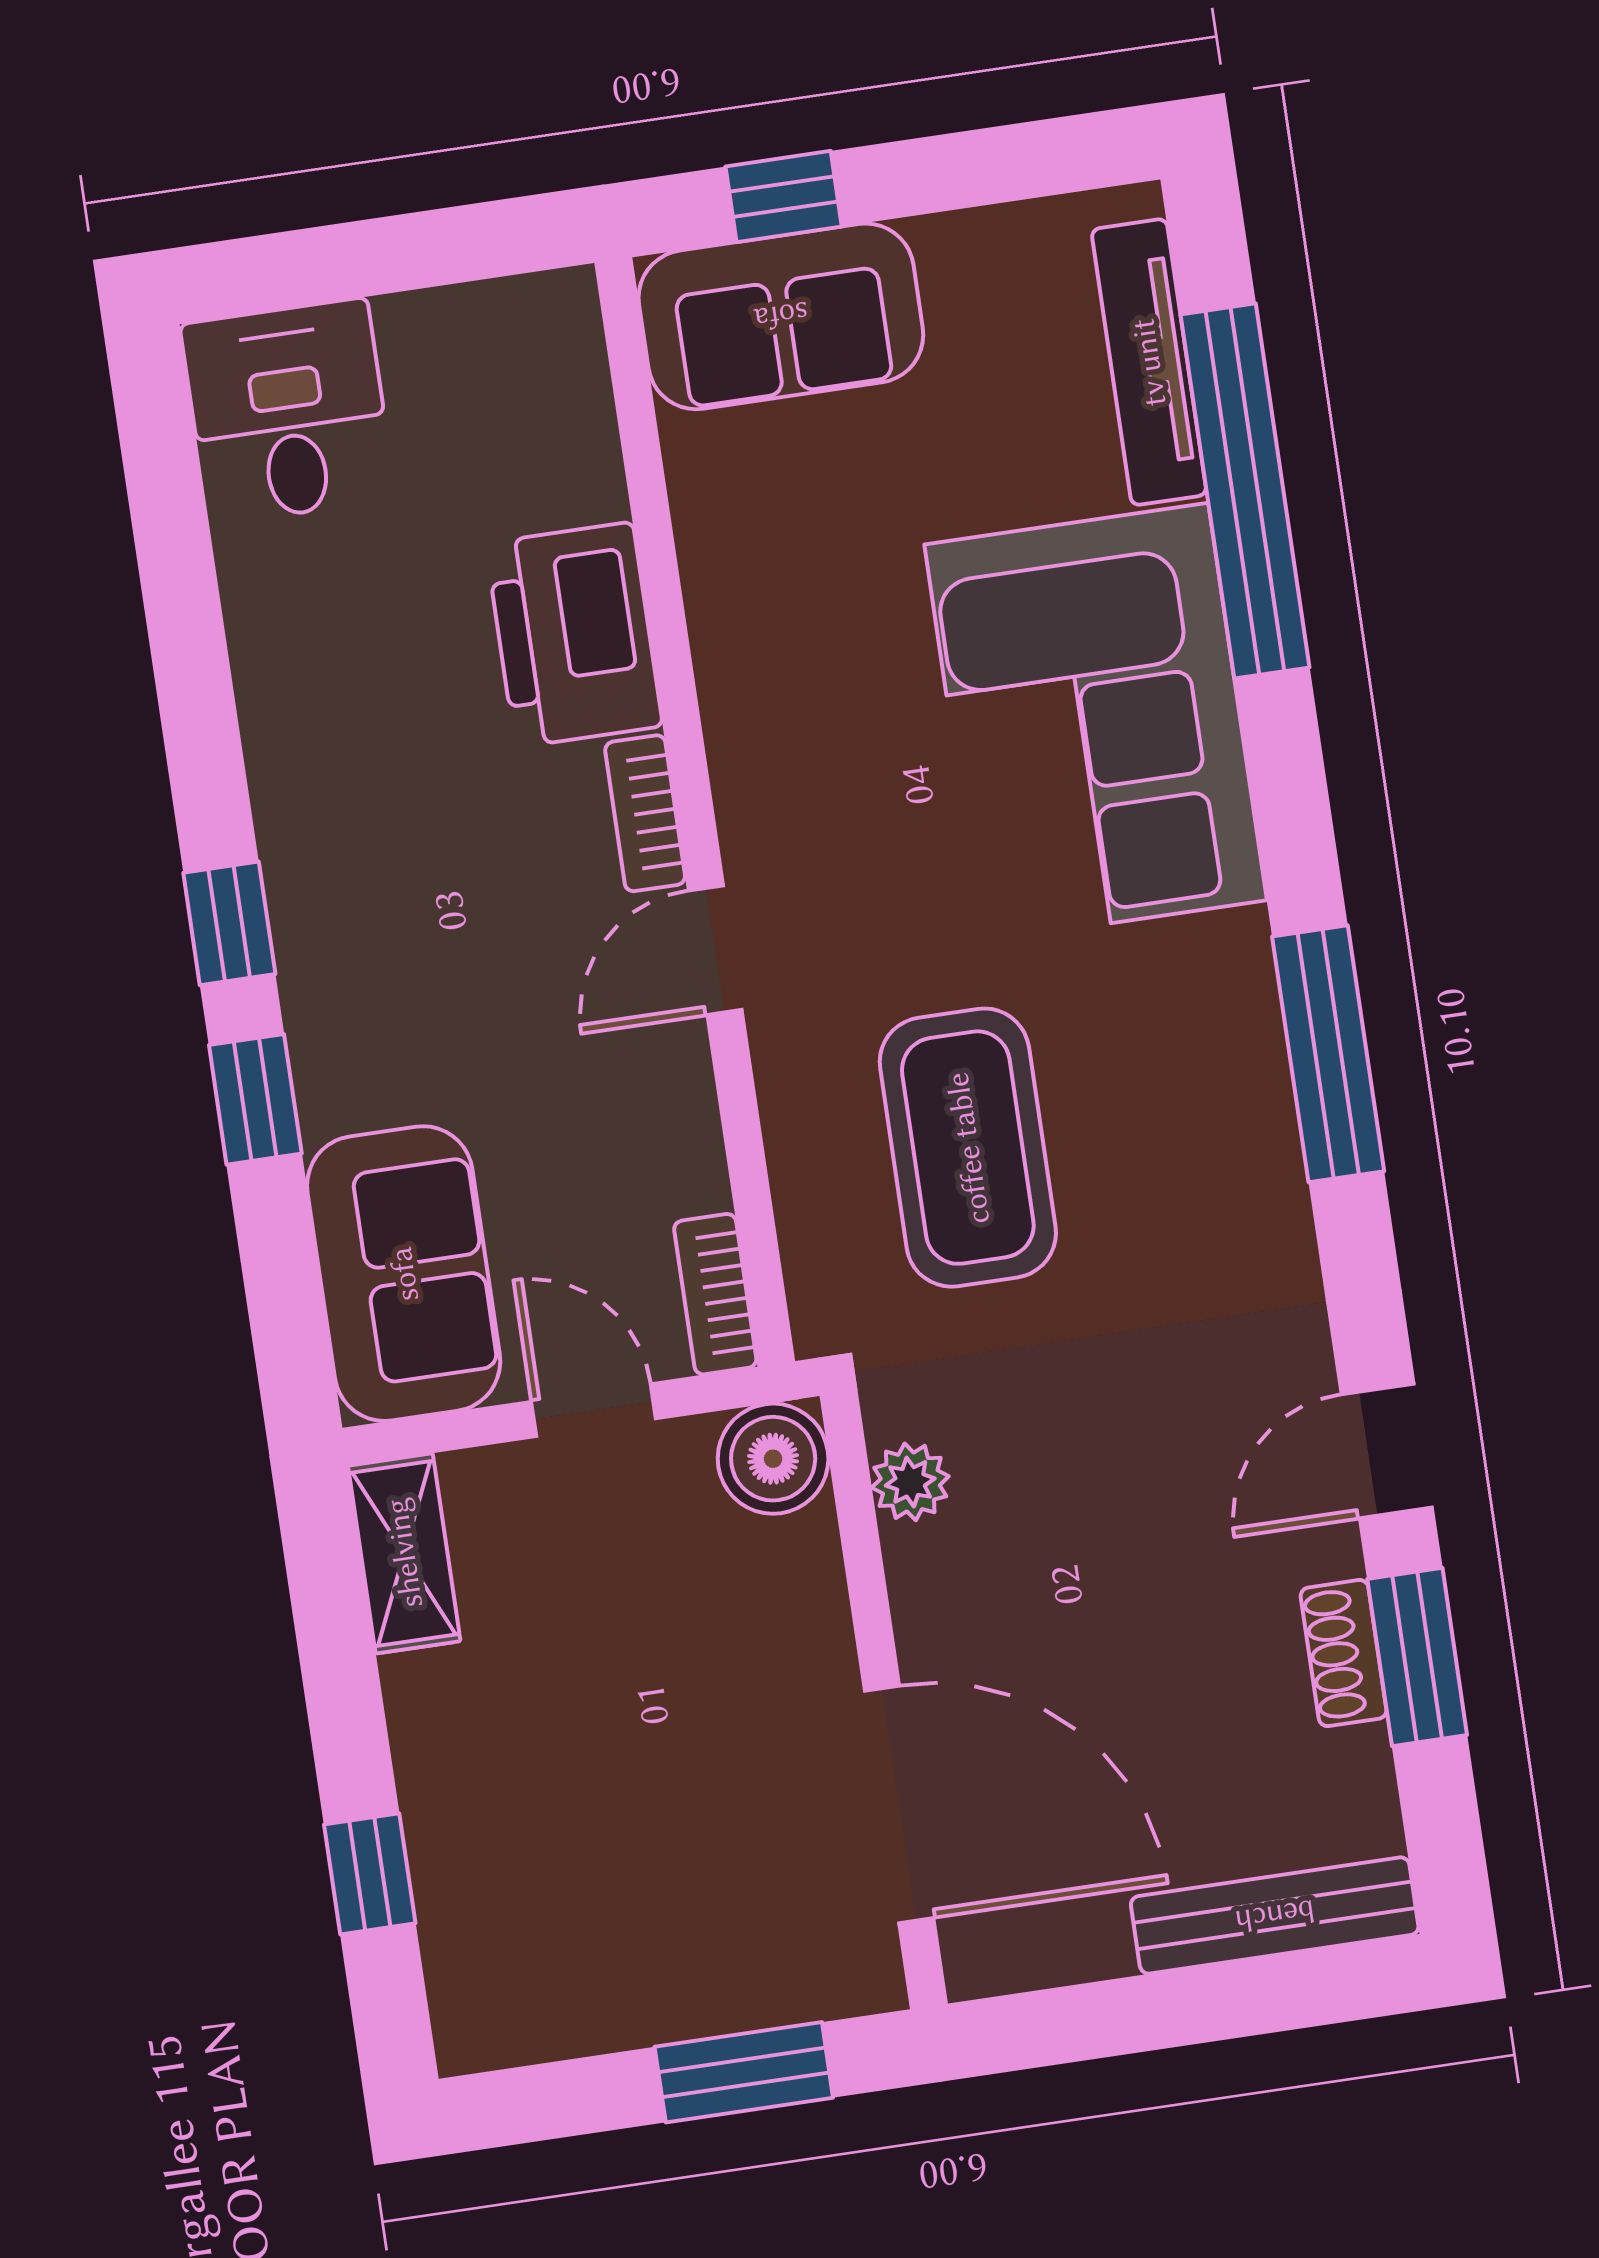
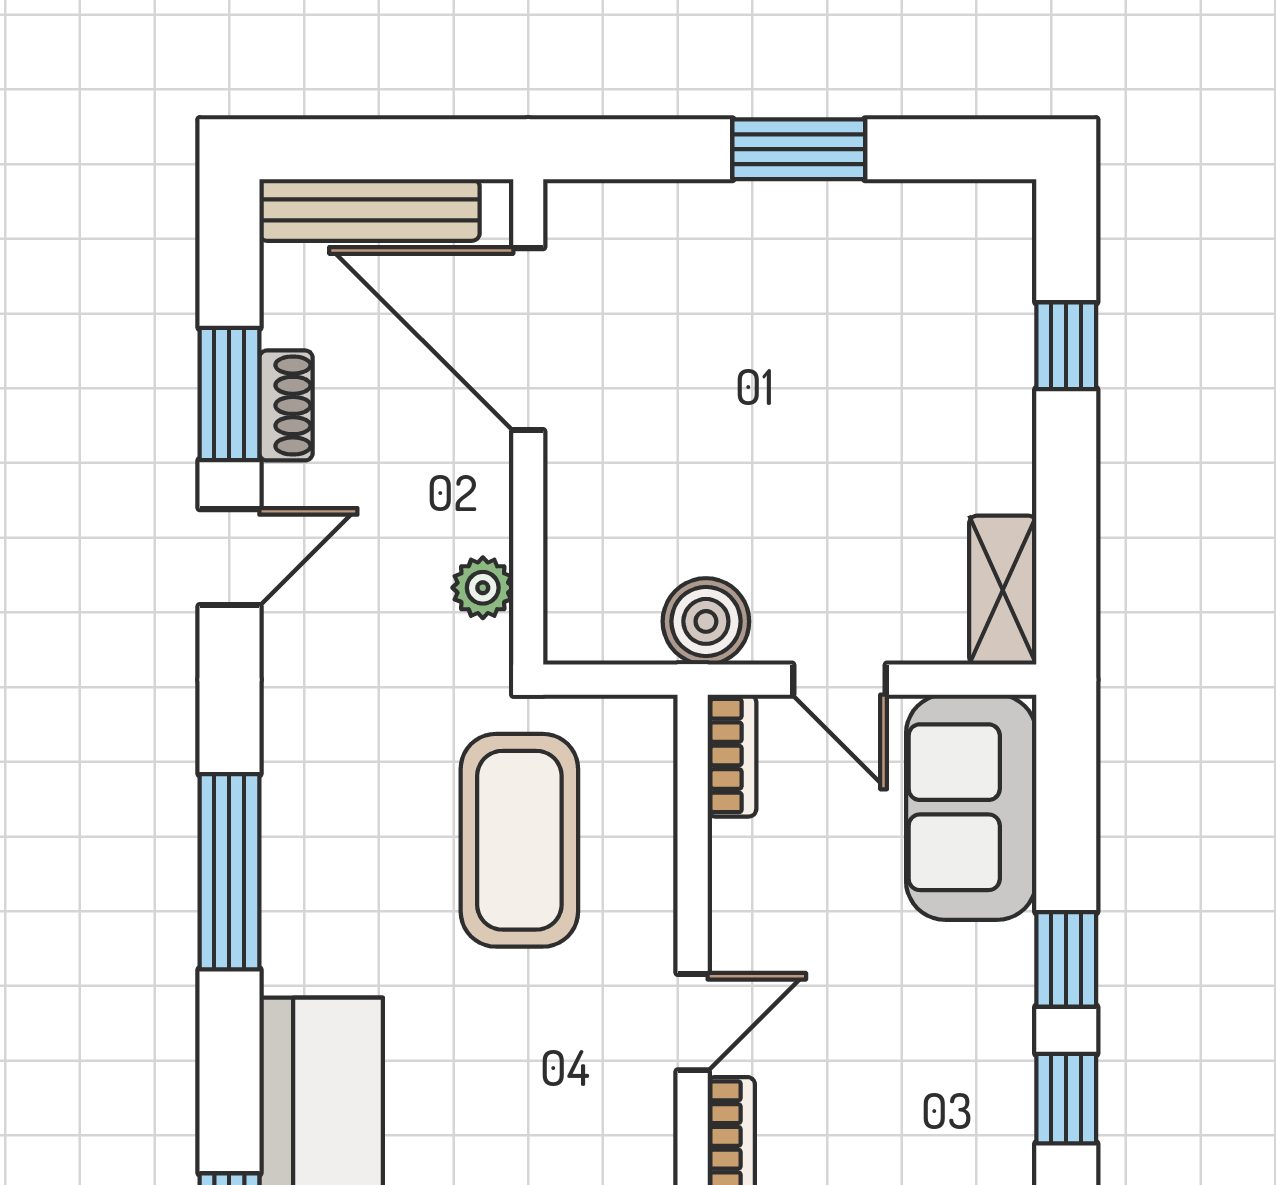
plant: (910, 1482) -> (483, 588), moved
wall: (884, 1700) -> (528, 422), moved
door: (899, 1804) -> (528, 339), moved

